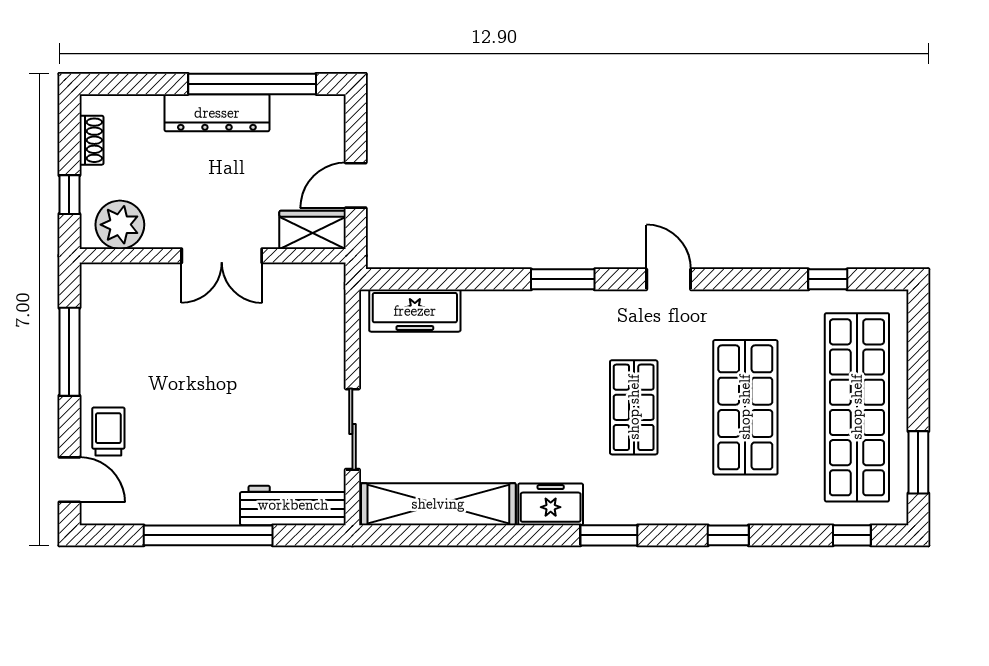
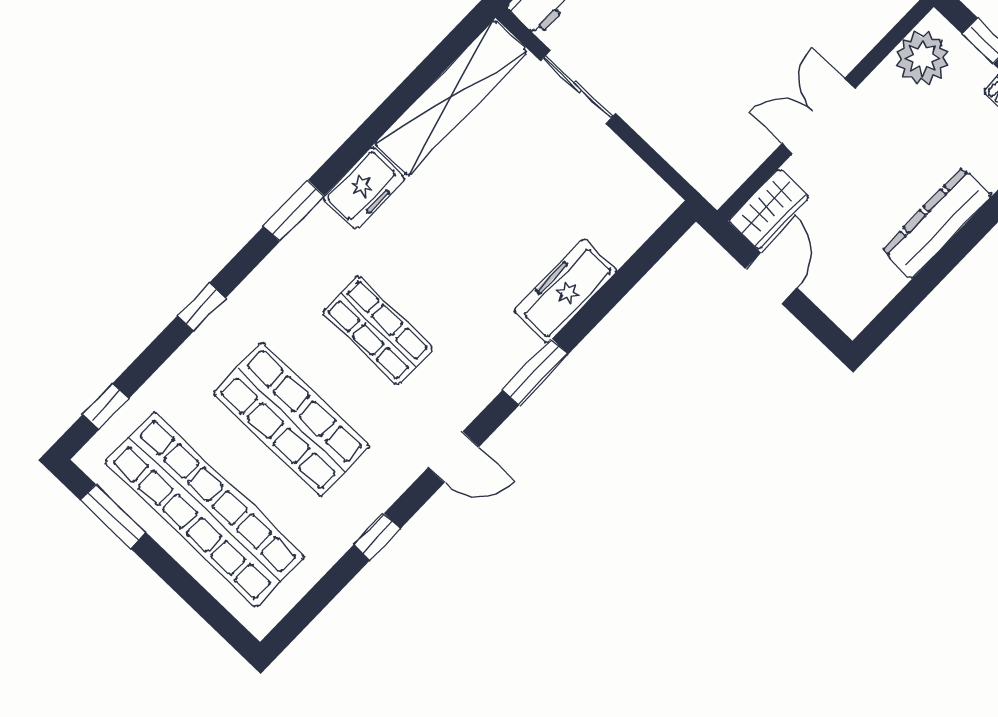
window: (252, 84) -> (933, 273), removed
window: (828, 279) -> (377, 537), moved
freezer: (415, 311) -> (565, 291), moved

